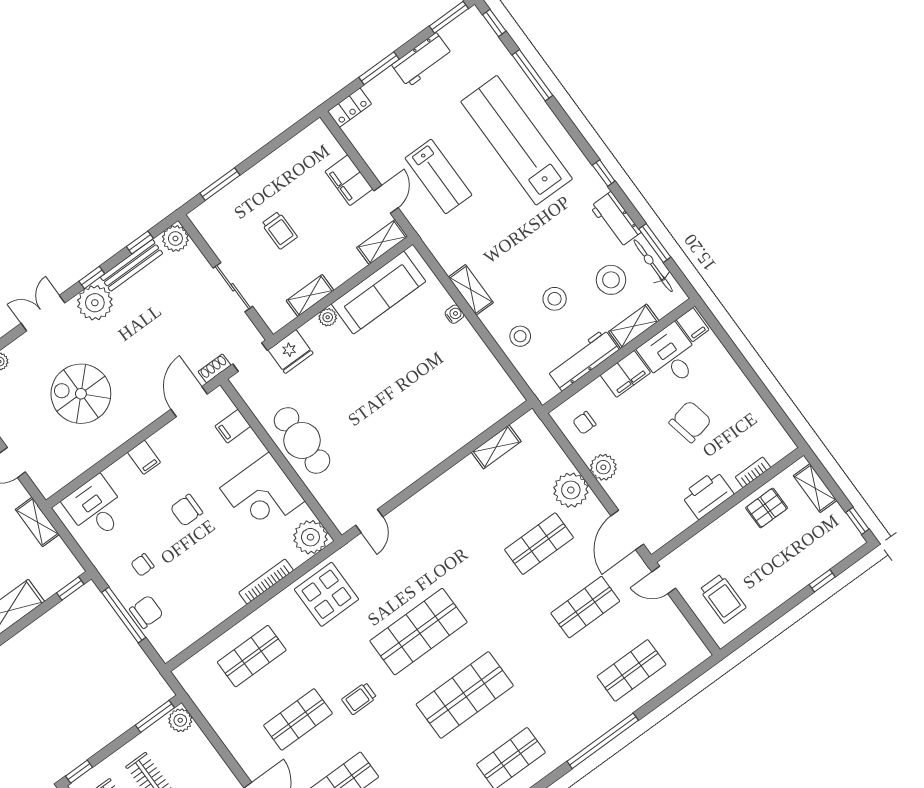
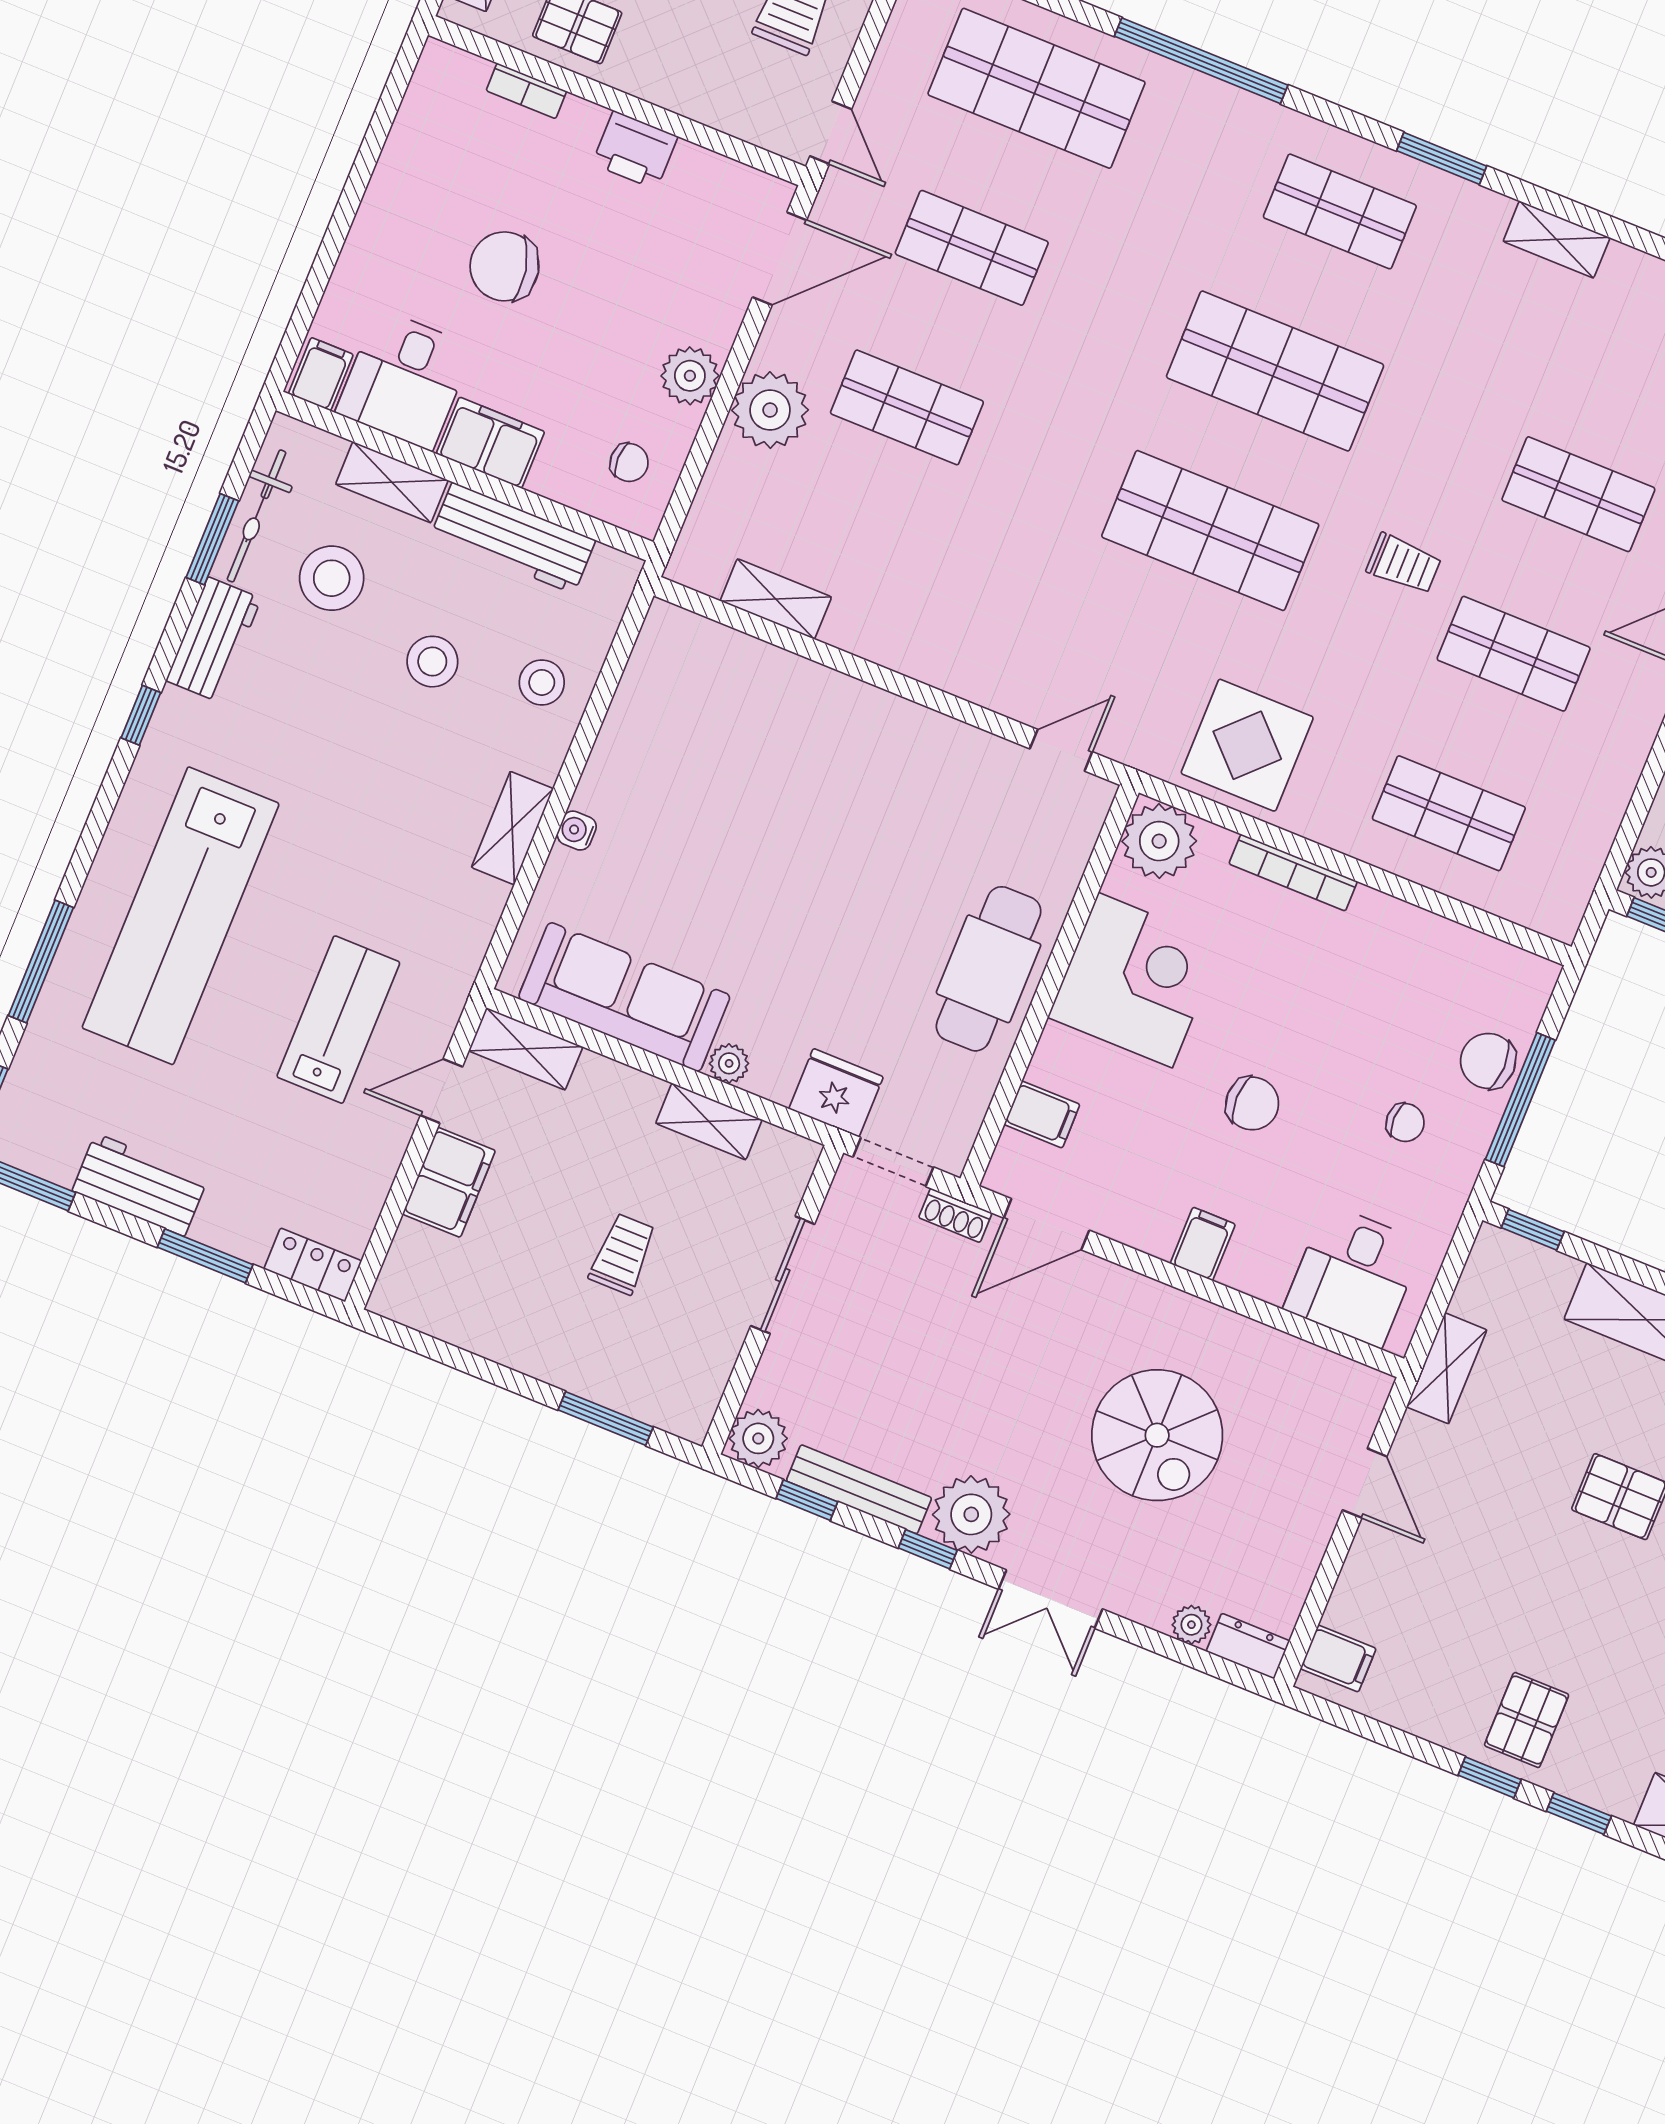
printer: (707, 495) -> (635, 150), width x0.73, depth x0.84
shop shelf: (631, 670) -> (1036, 88), width x1.43, depth x1.36

